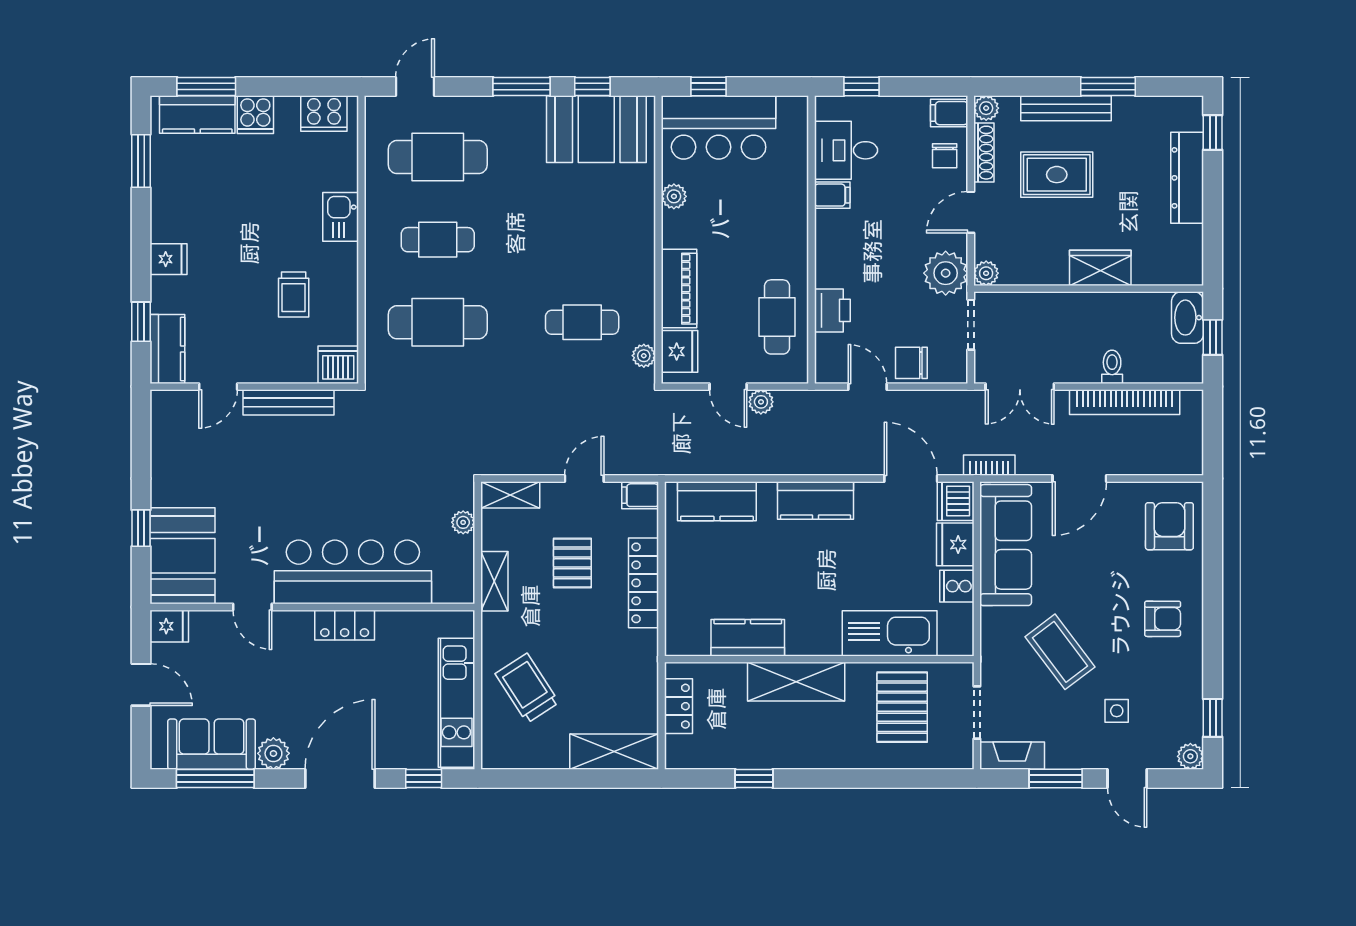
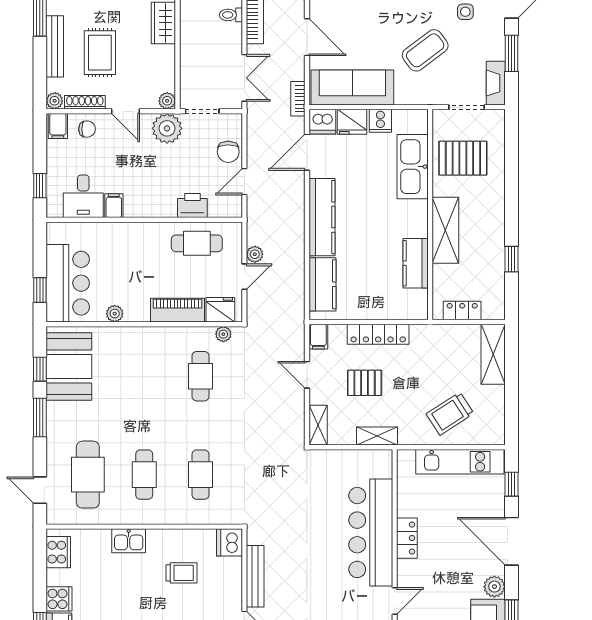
cafe table: (438, 322) -> (201, 475), width x0.73, depth x0.74
kitchen counter: (815, 500) -> (322, 217), width x1.50
plant: (463, 522) -> (337, 457), removed

